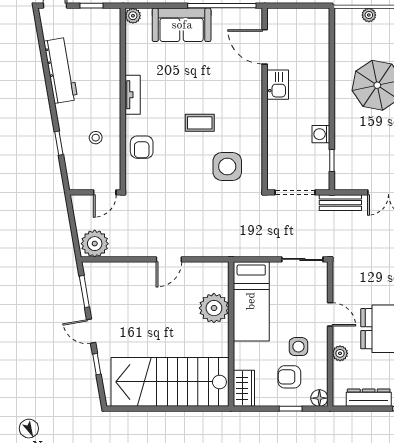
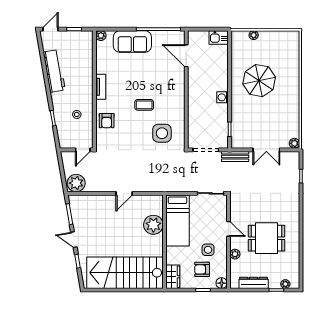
kitchen sink: (278, 85) -> (219, 37), moved, turned 90
washing machine: (321, 134) -> (223, 97), moved

